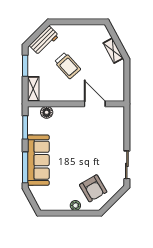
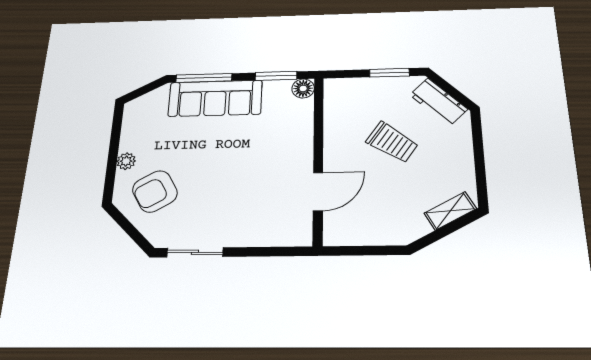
shelving: (113, 51) -> (450, 211), moved
trolley: (68, 66) -> (392, 142), turned -103
shelving: (33, 89) -> (347, 87), removed
floor lamp: (47, 112) -> (303, 88), moved

